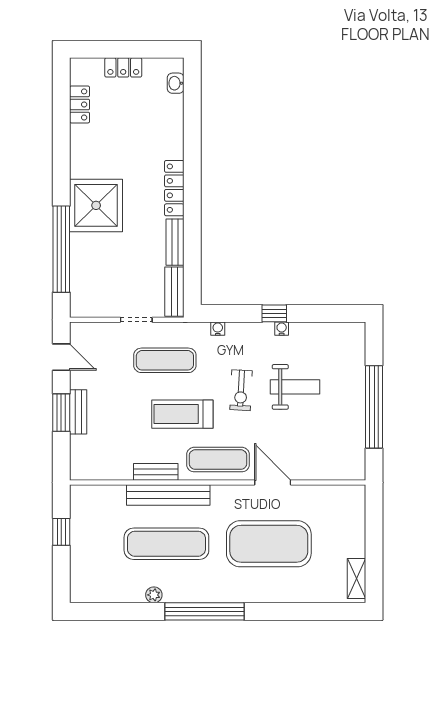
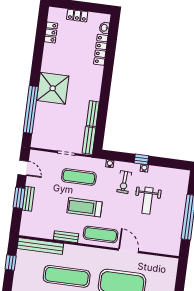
locker: (174, 188) -> (101, 50), moved
weight bench: (295, 387) -> (147, 201), turned 90
exercise bike: (241, 390) -> (124, 182), moved
bench: (168, 495) -> (40, 246), moved

